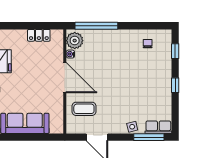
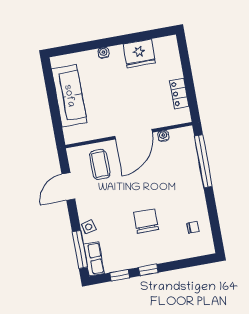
plant: (75, 41) -> (181, 138), removed
window: (175, 51) -> (120, 275), moved
chair: (136, 80) -> (146, 221), added

